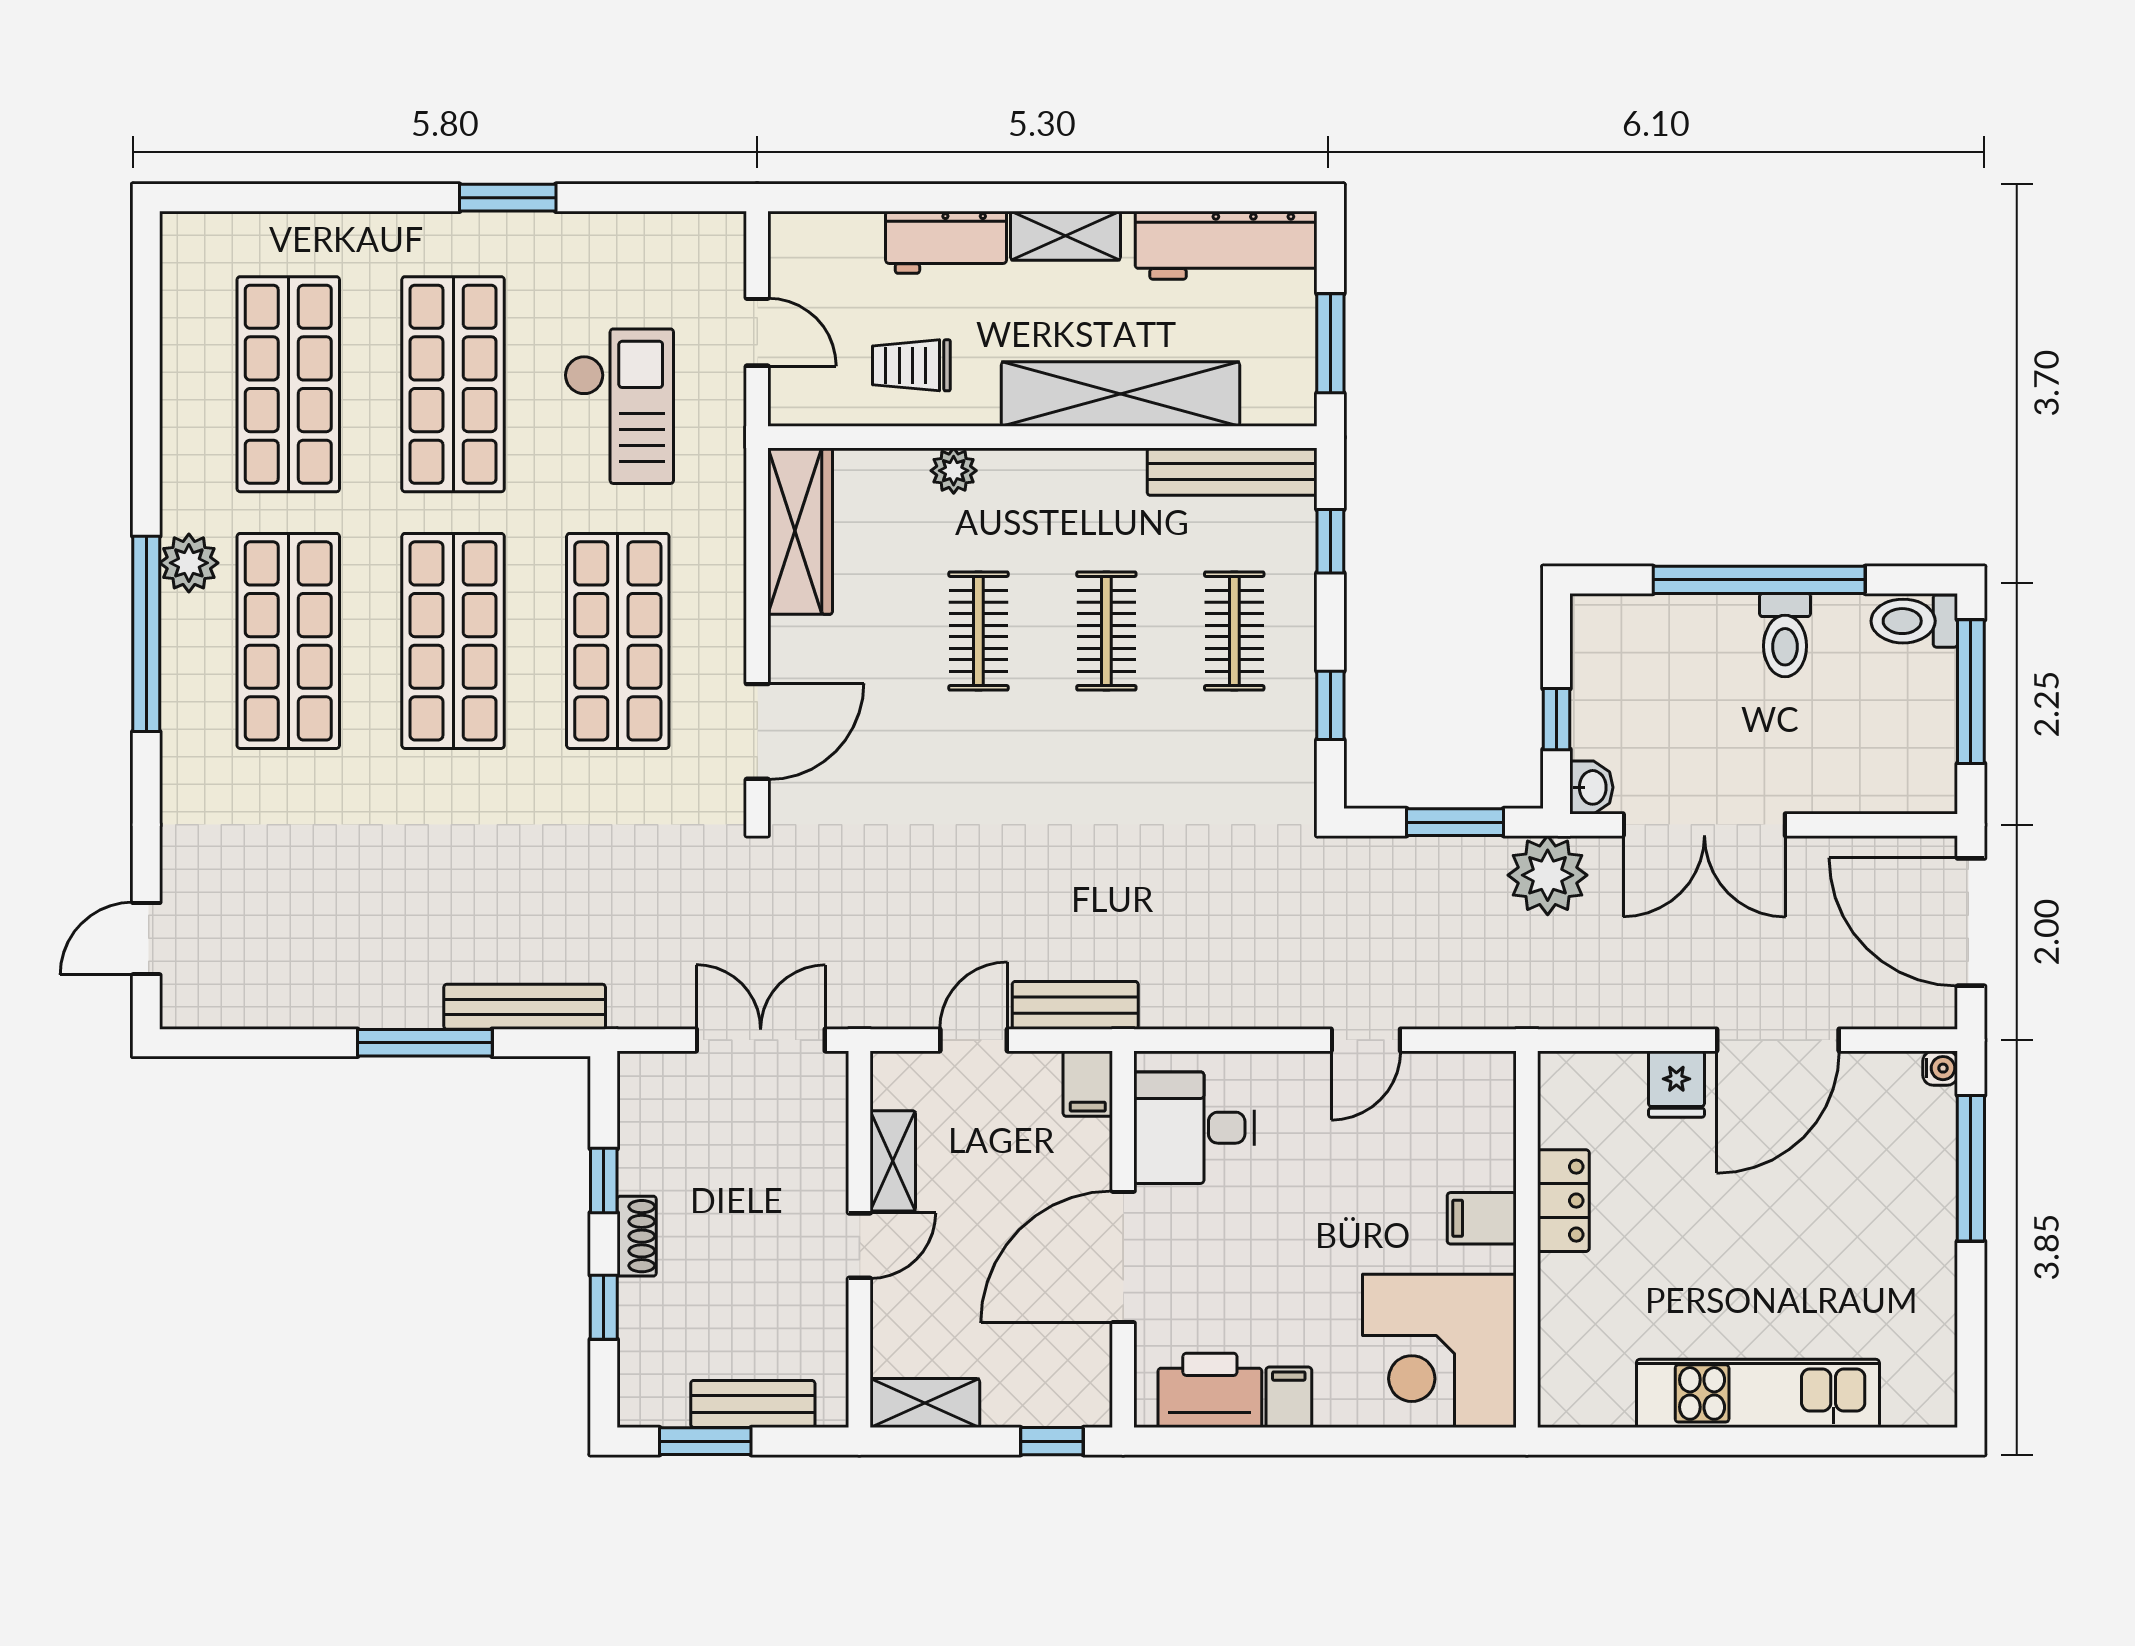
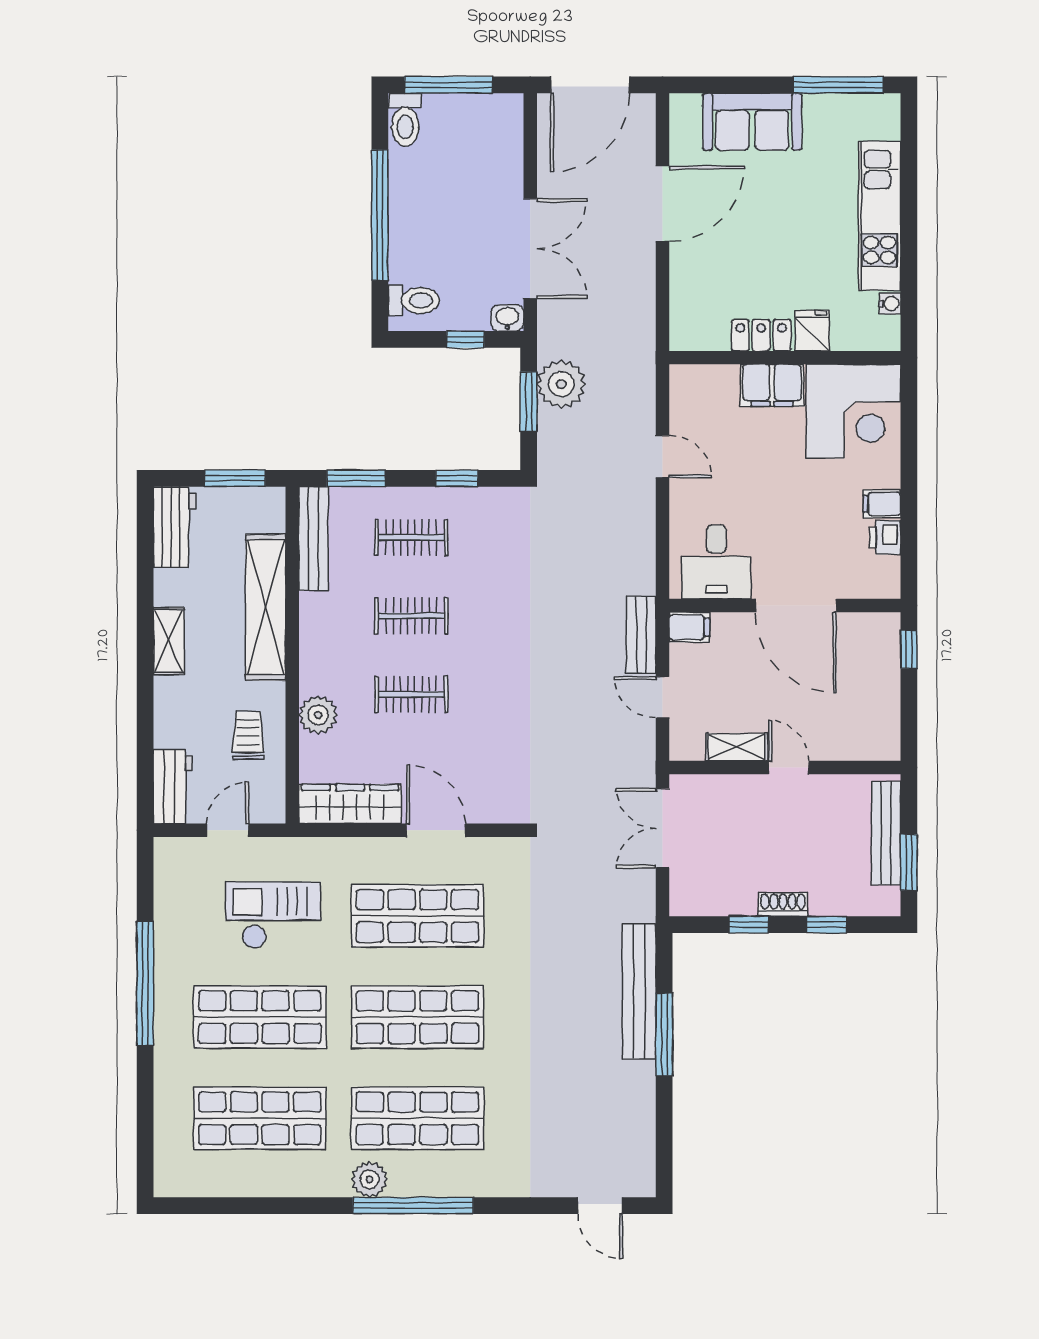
window: (508, 198) -> (145, 984), width x2.11
workbench: (946, 242) -> (173, 787), moved
workbench: (1226, 245) -> (174, 527), width x0.73
trolley: (911, 365) -> (248, 736), turned 180
plant: (954, 471) -> (318, 715), width x1.38, depth x1.38
window: (1330, 541) -> (356, 478), width x1.50
toilet: (1785, 635) -> (414, 300), moved
door: (757, 731) -> (436, 830), moved
plant: (1548, 875) -> (561, 384), moved
bench: (525, 1007) -> (639, 991), width x1.37, depth x1.21
door: (1778, 1040) -> (663, 203), hinge flipped
water cooler: (1940, 1068) -> (890, 304), moved, turned 90
fridge: (1676, 1084) -> (812, 331), moved, turned -90
window: (1971, 1168) -> (838, 85), moved
sofa: (1911, 1186) -> (752, 122), added
filing cabinet: (1482, 1218) -> (772, 385), width x2.00
printer: (1210, 1390) -> (885, 537), width x0.53, depth x0.68
shelving: (925, 1403) -> (885, 727), removed
bench: (753, 1404) -> (886, 833), width x1.36

